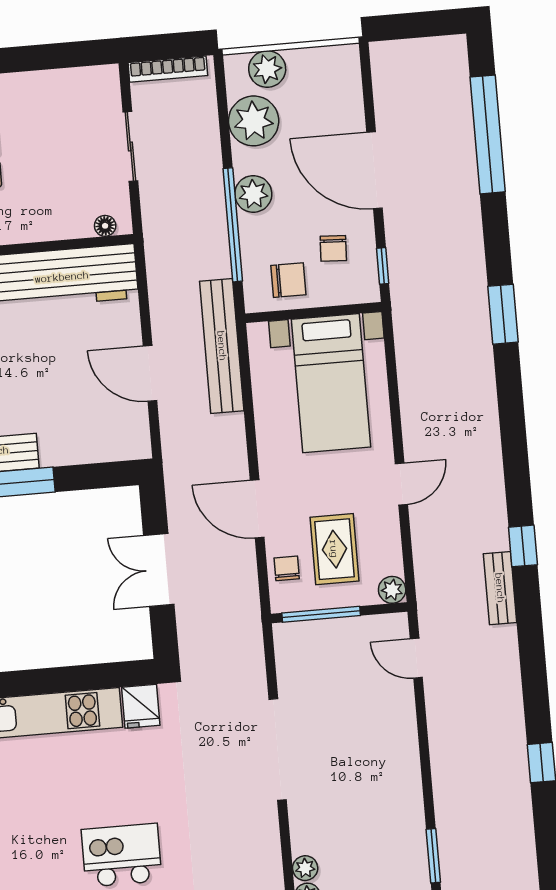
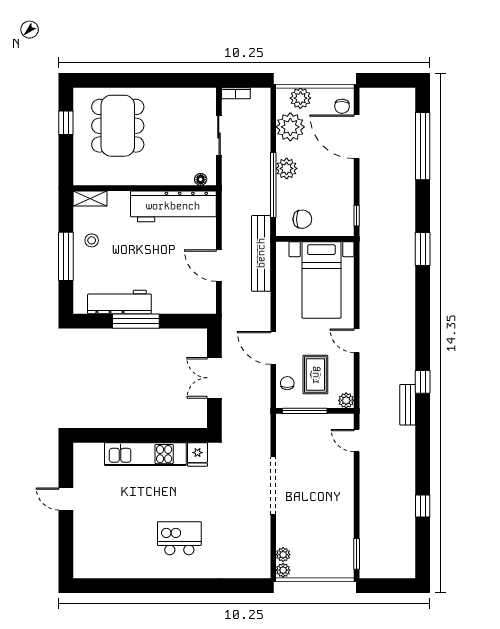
bookcase: (168, 69) -> (236, 93), width x0.64
door: (374, 170) -> (357, 137), moved
chair: (333, 248) -> (342, 106), moved
door: (401, 484) -> (357, 341), swing flipped

